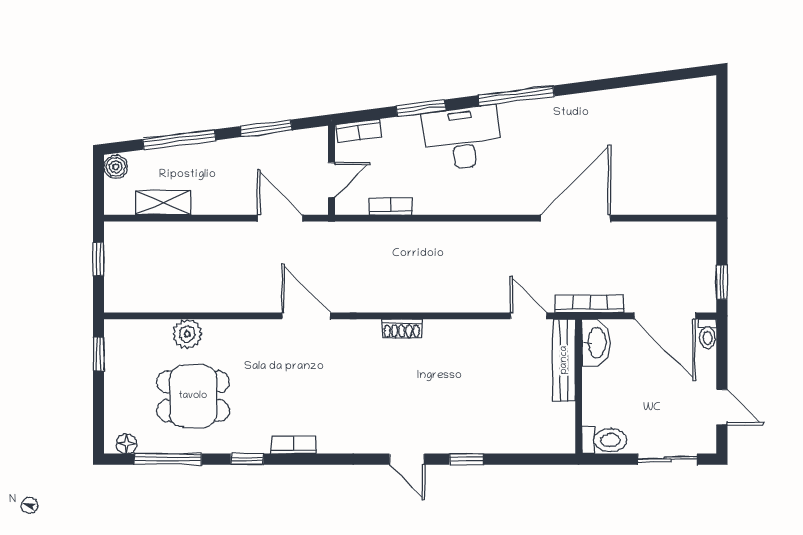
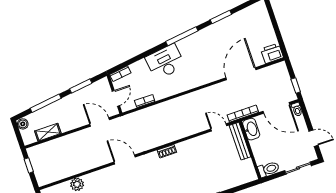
window: (421, 108) -> (221, 17), moved
printer: (695, 197) -> (272, 53), added
door: (575, 218) -> (241, 74), moved

